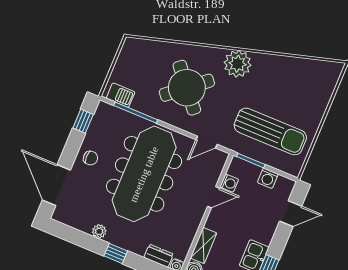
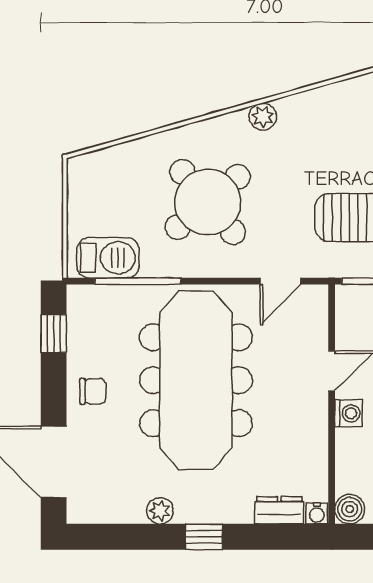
plant: (238, 64) -> (263, 117), width x0.53, depth x0.53
barbecue: (121, 95) -> (108, 258), width x1.38, depth x1.27
washing machine: (229, 183) -> (348, 413), moved
shelving: (204, 245) -> (349, 461), removed

